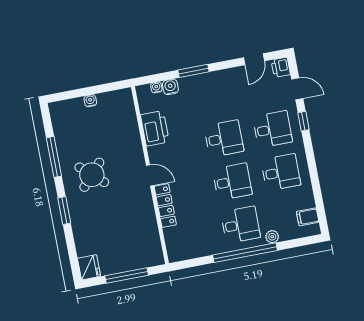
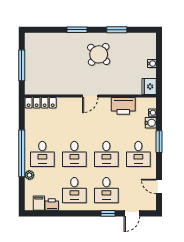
printer: (281, 67) -> (52, 205), moved
desk: (216, 95) -> (138, 154), added
window: (54, 157) -> (117, 30), width x0.69
locker: (165, 206) -> (41, 103), moved
fridge: (89, 267) -> (149, 86), moved, turned 90

